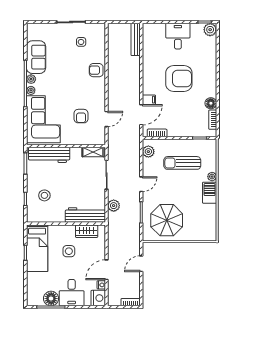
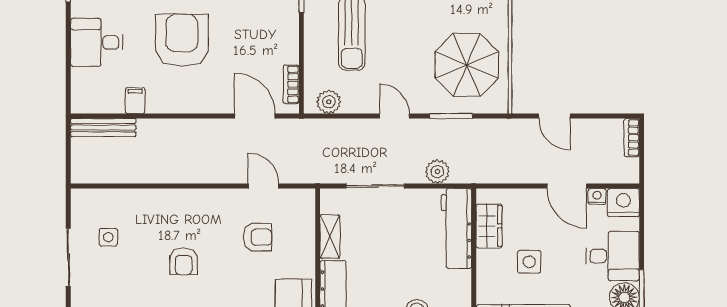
armchair: (96, 70) -> (184, 261), moved
filing cabinet: (149, 100) -> (135, 101), moved
shelving: (93, 152) -> (330, 237), moved

